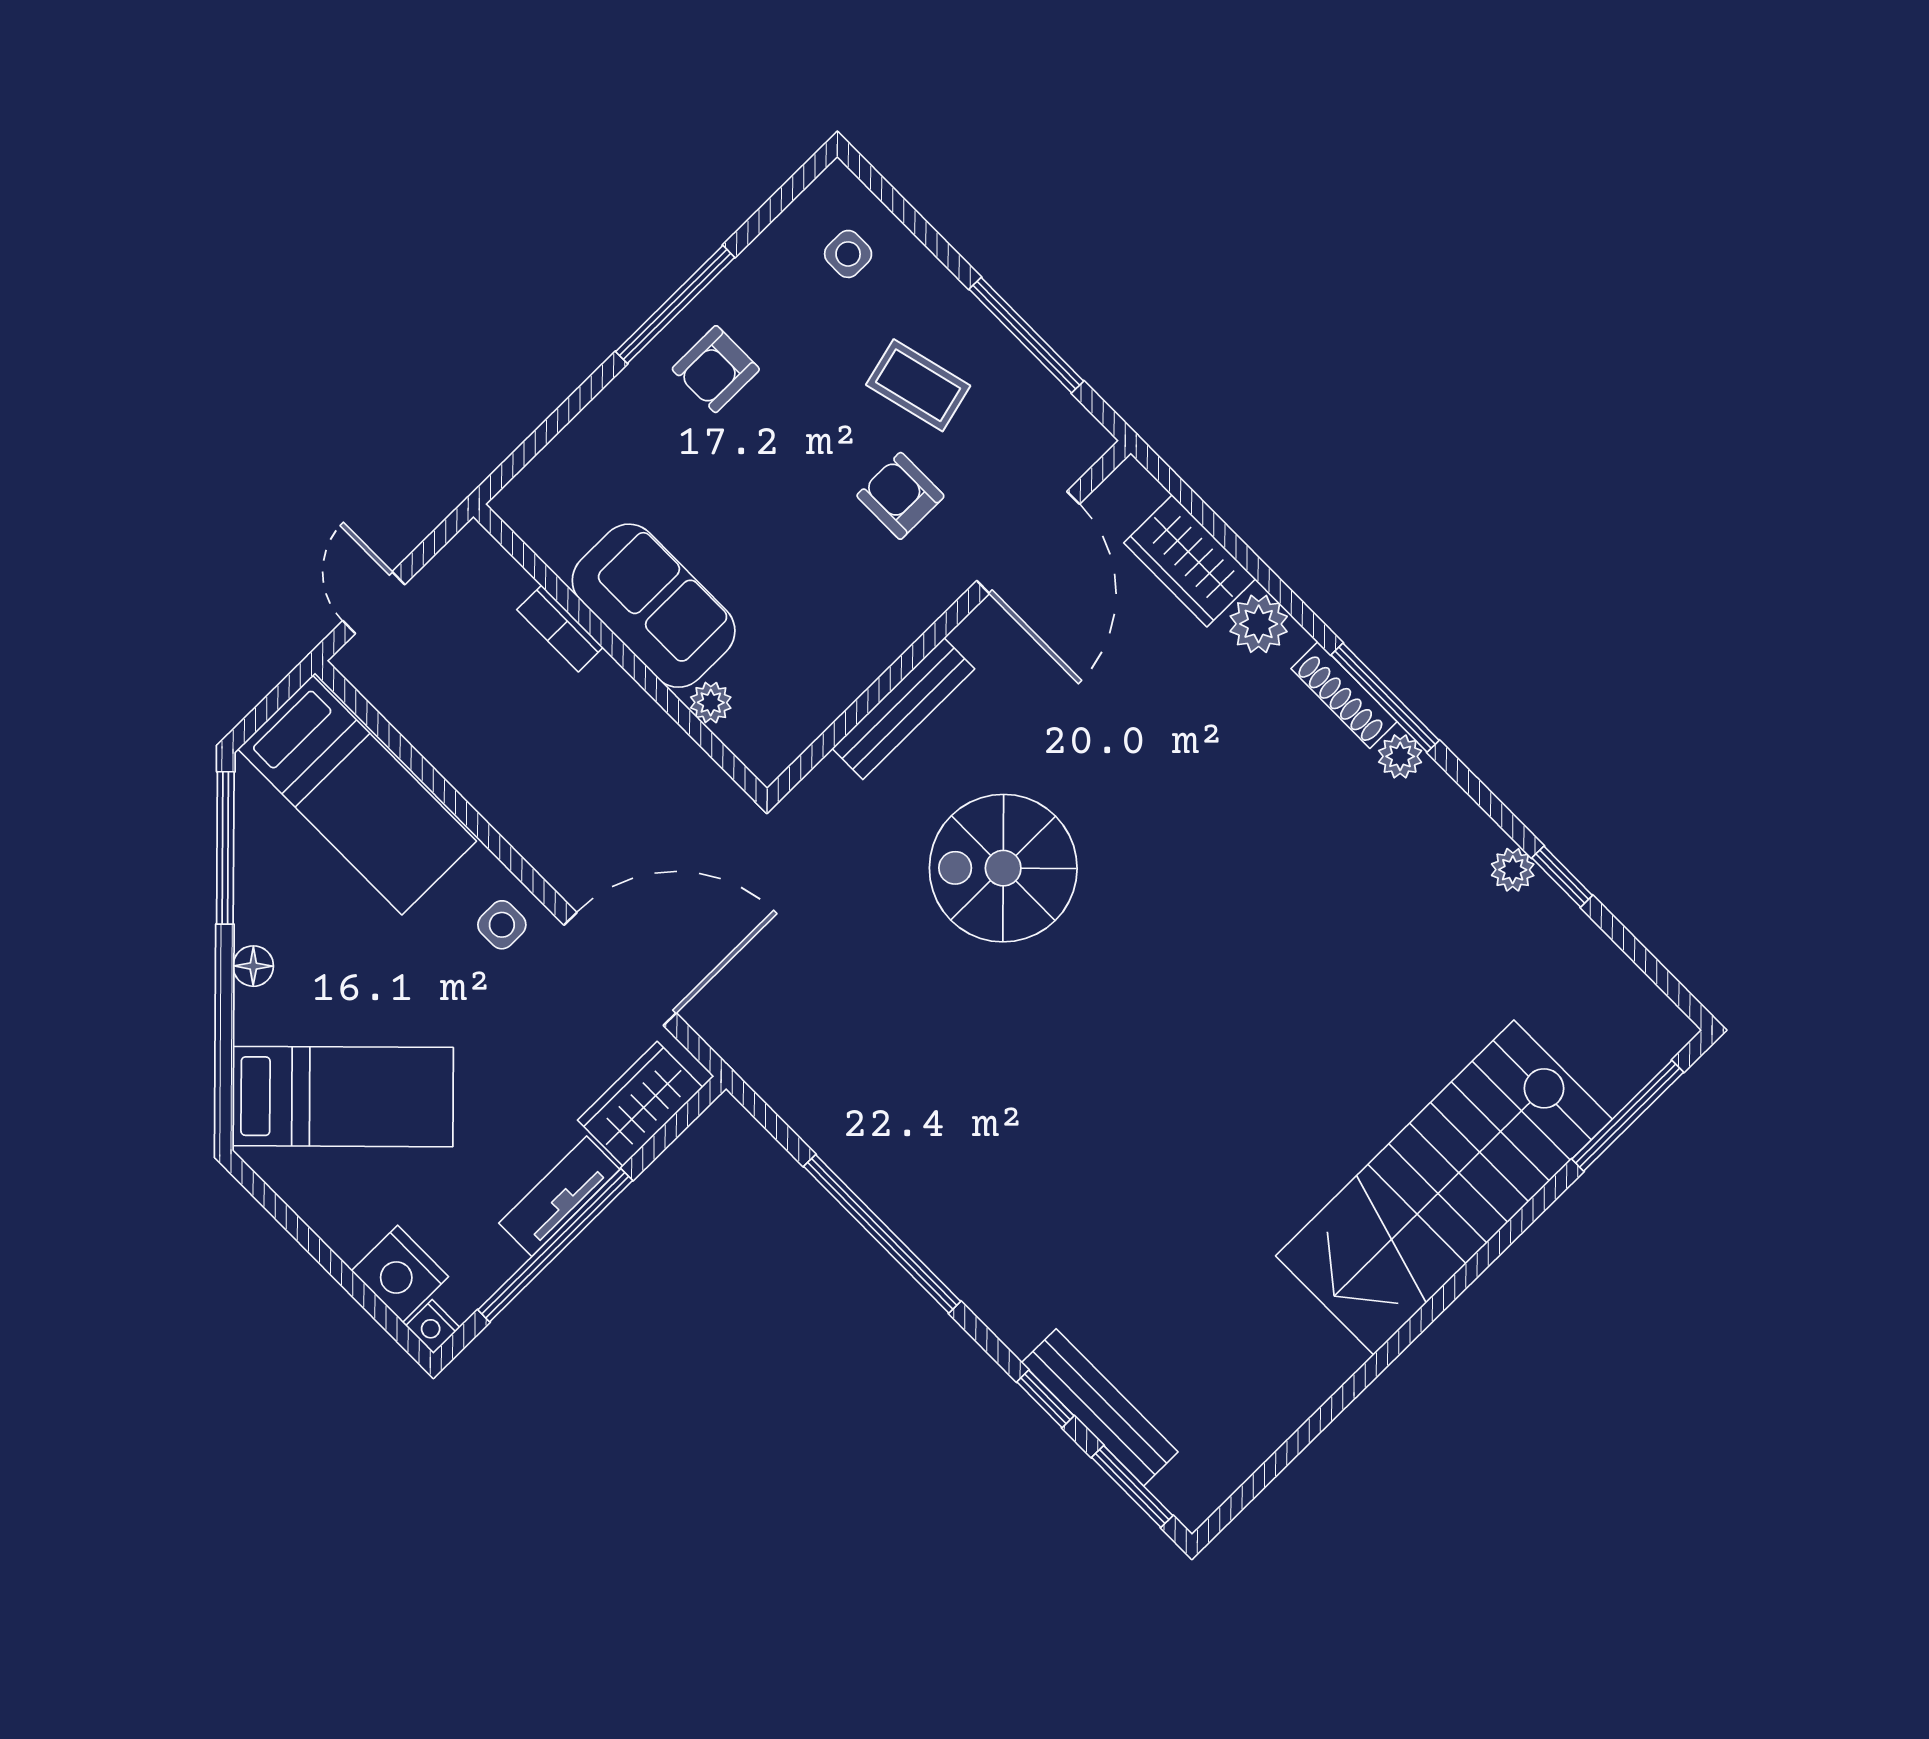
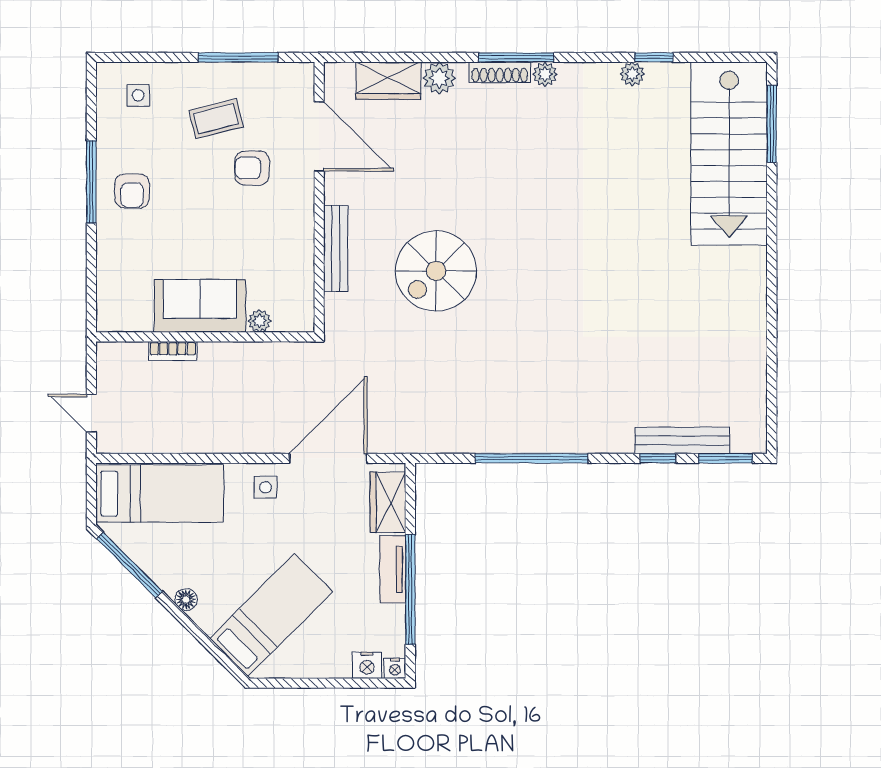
stairs: (1444, 1187) -> (729, 154), moved
nightstand: (400, 1274) -> (367, 665), width x0.74, depth x0.75

